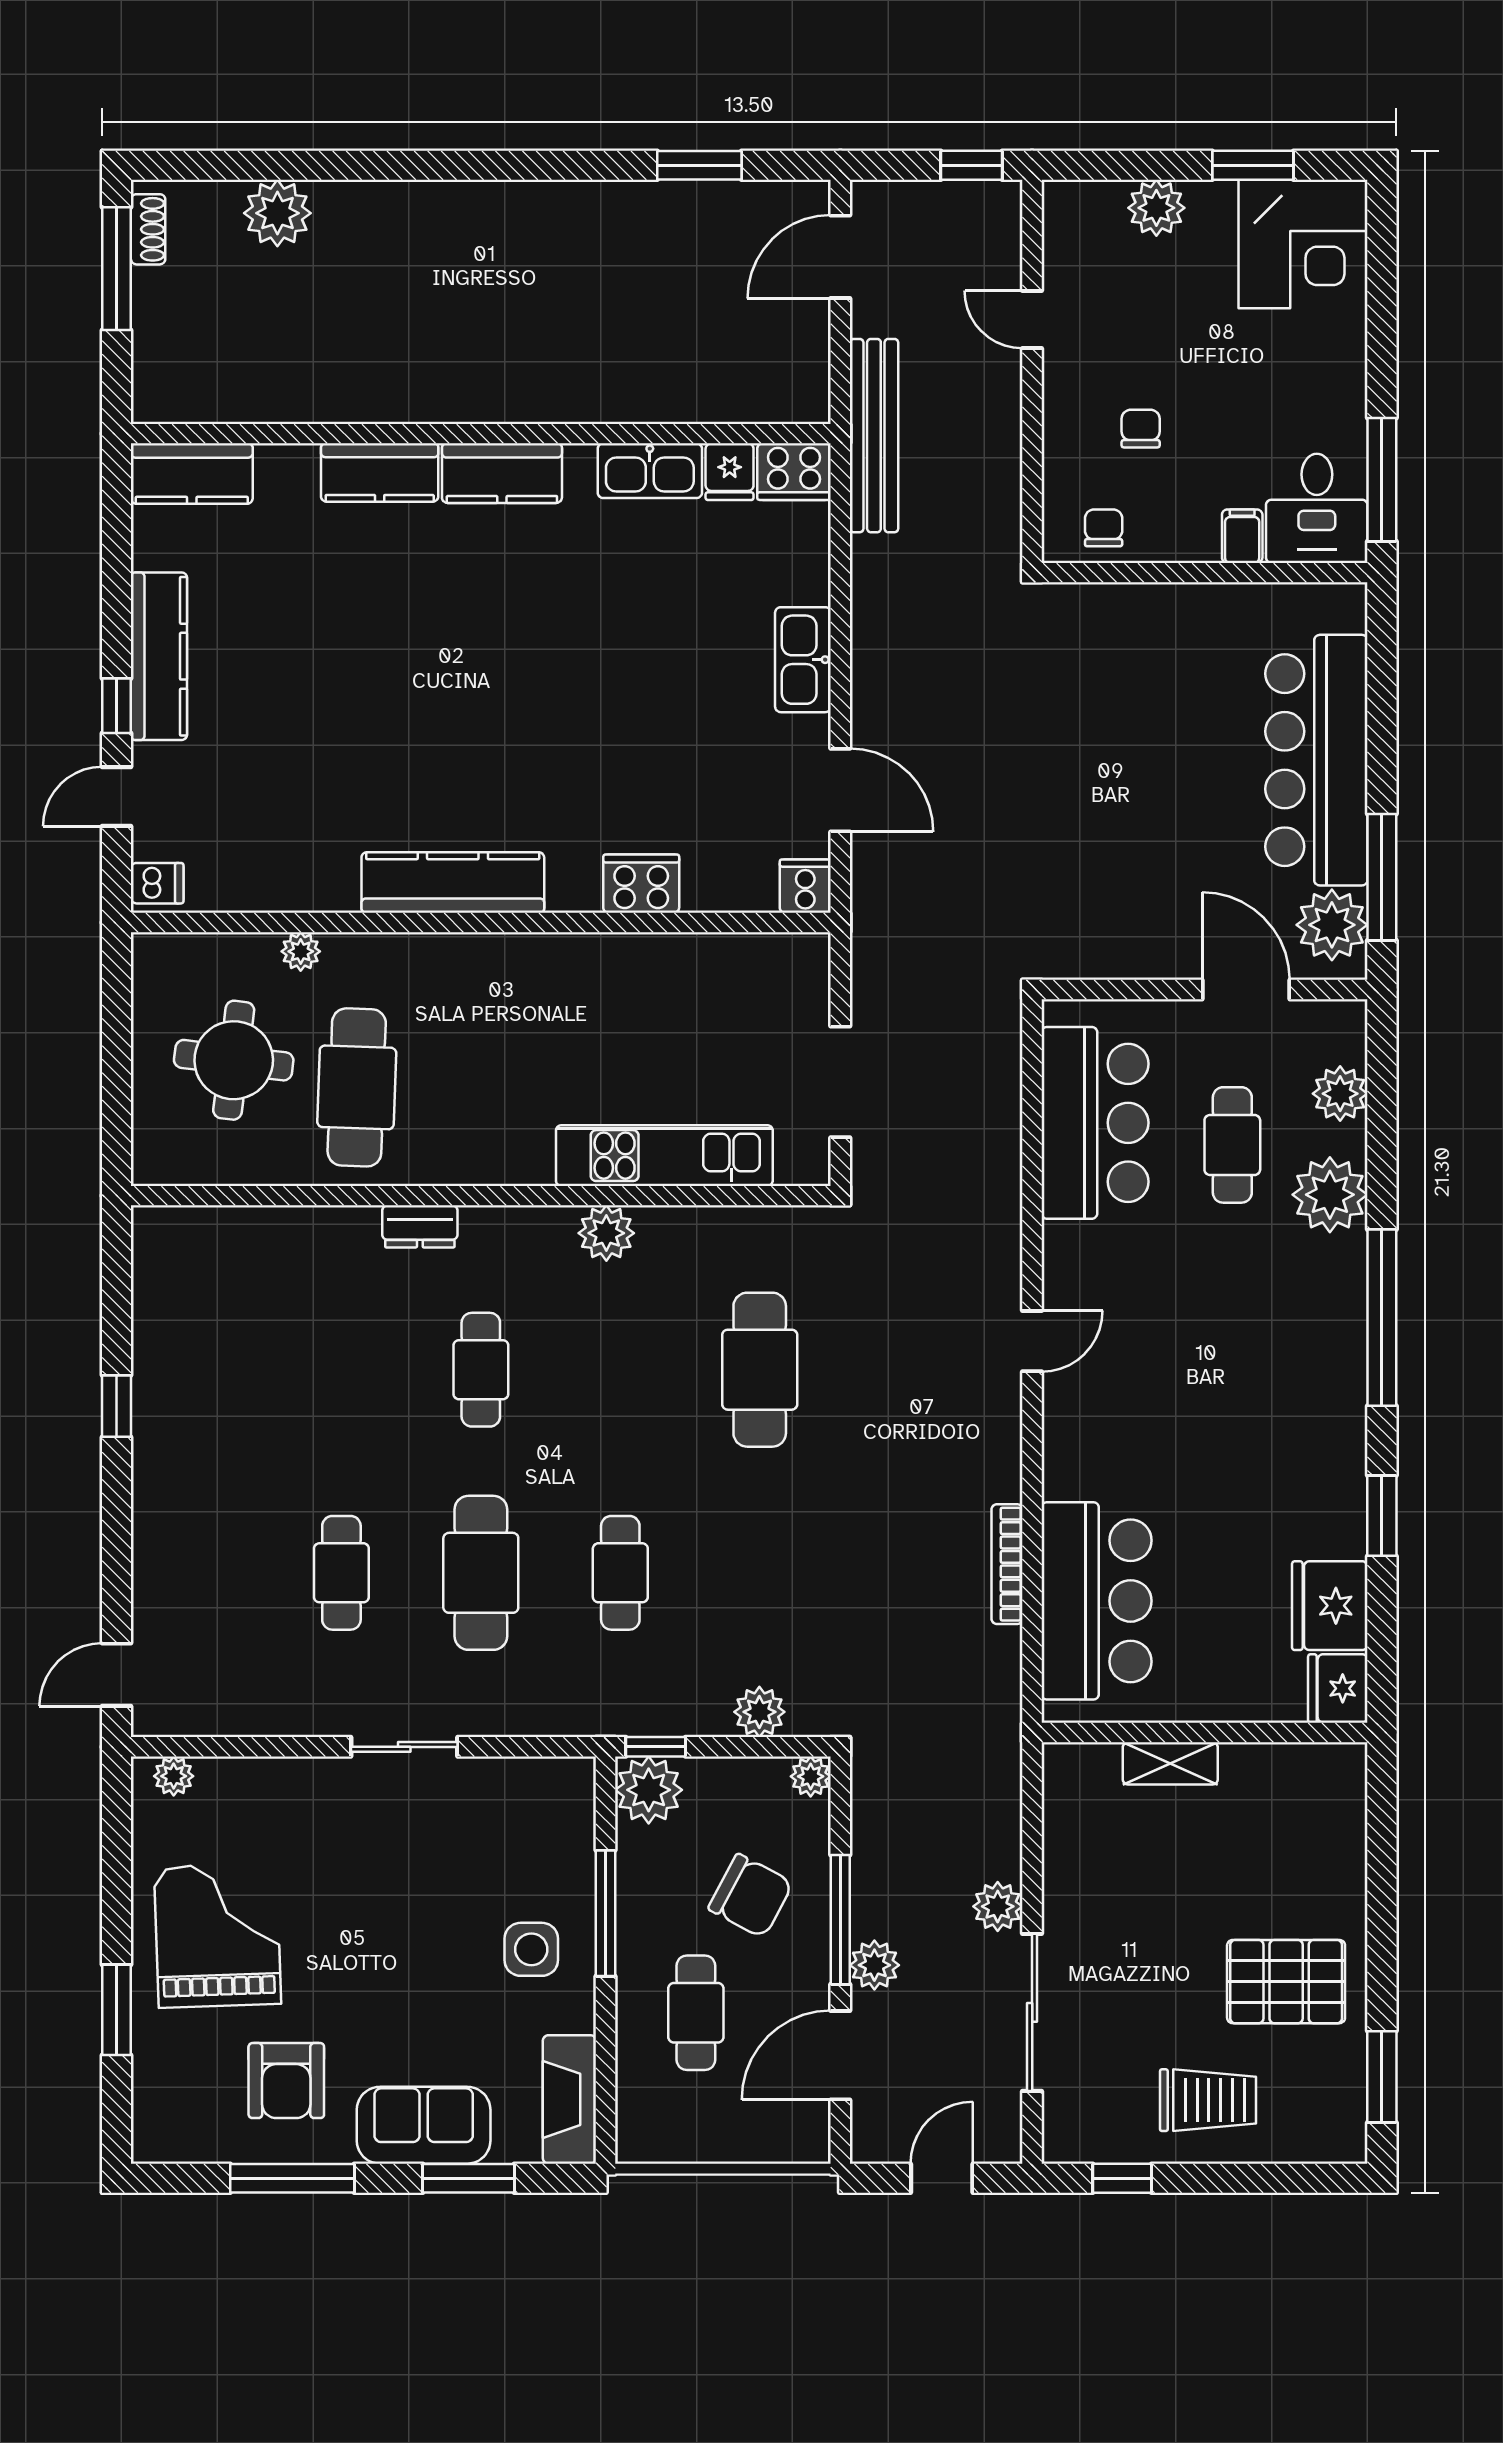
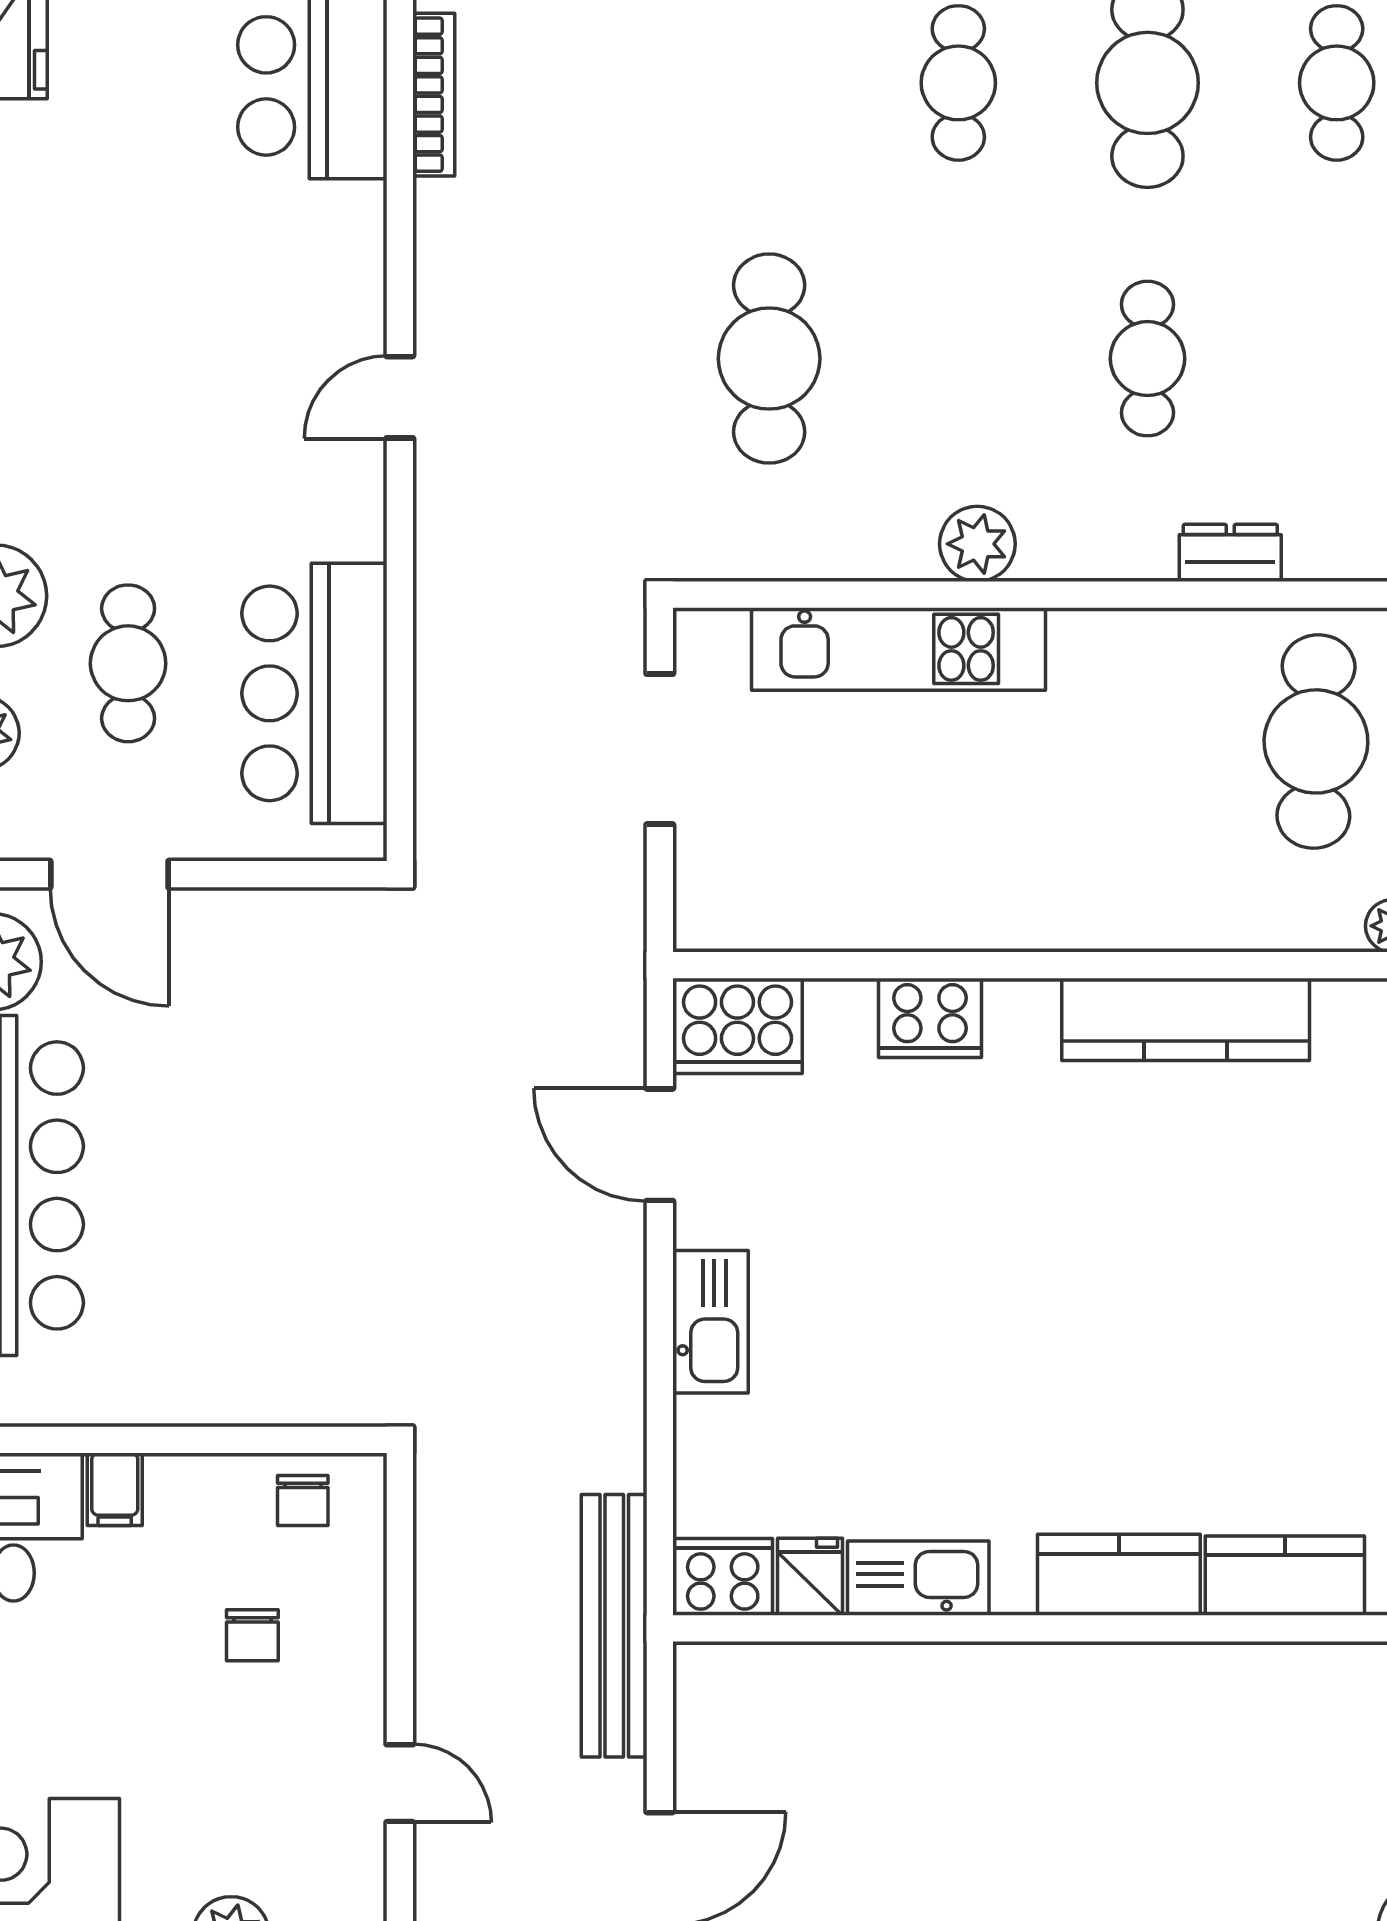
cooker: (805, 886) -> (737, 1026), width x1.87, depth x1.31

